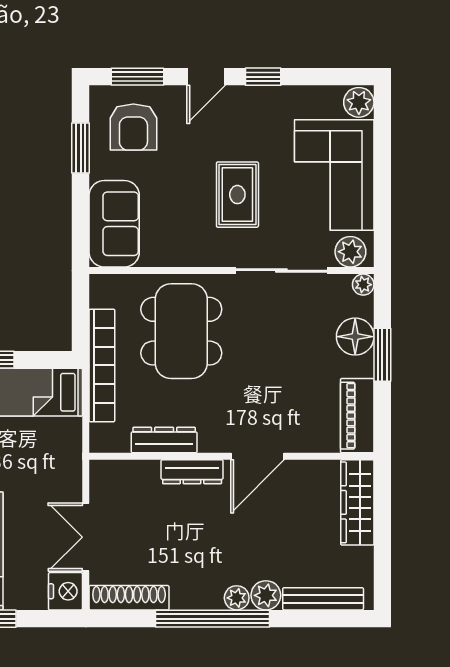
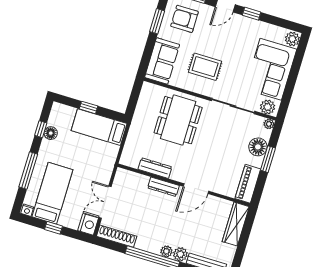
armchair: (133, 127) -> (184, 19), turned 90
rug: (237, 195) -> (205, 67), moved, turned 90
bookcase: (102, 365) -> (137, 125), removed

